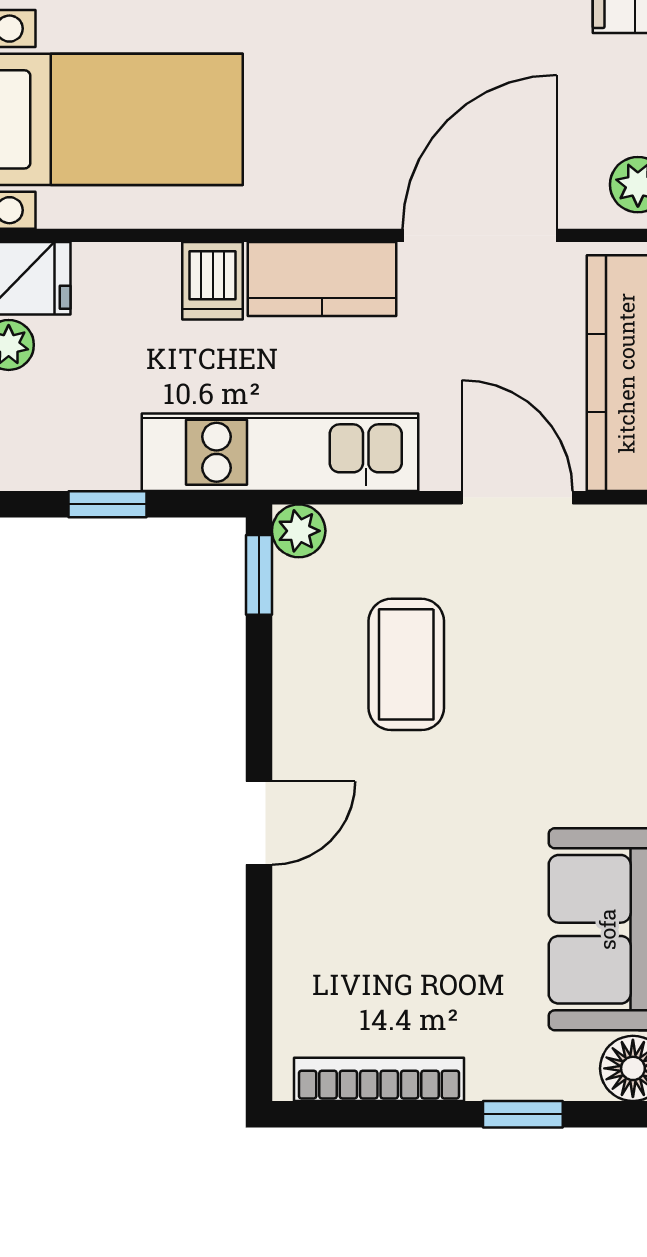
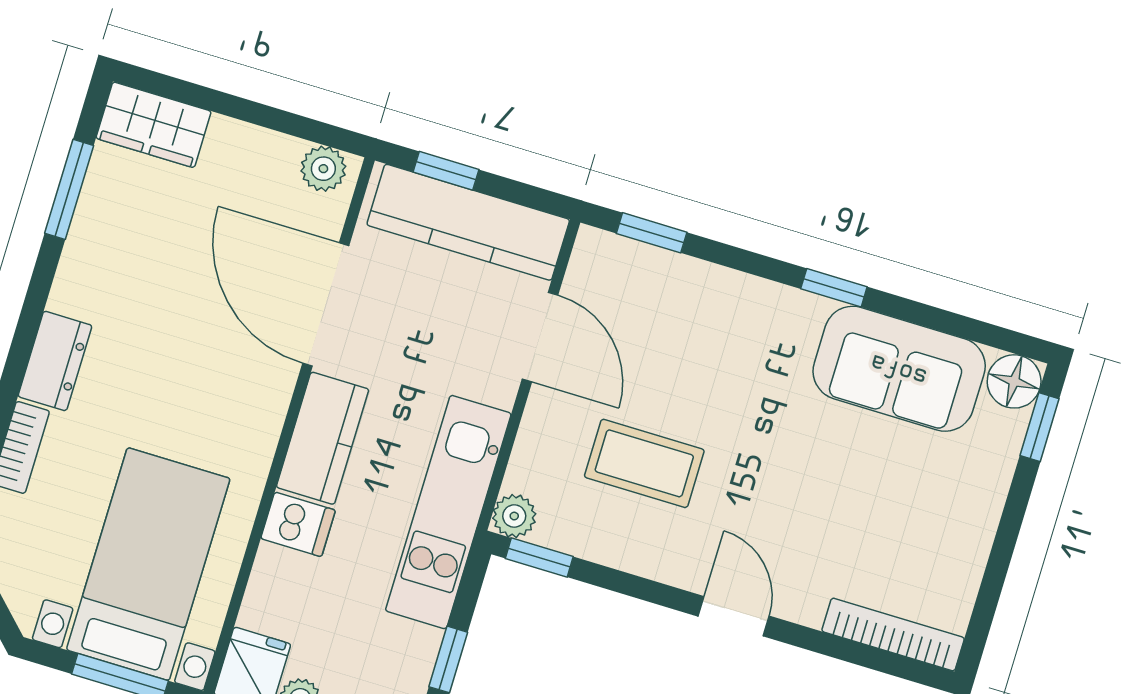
door: (517, 498) -> (540, 337), swing flipped
bookcase: (379, 1079) -> (893, 634), moved, turned 90
window: (523, 1114) -> (1039, 427), moved

